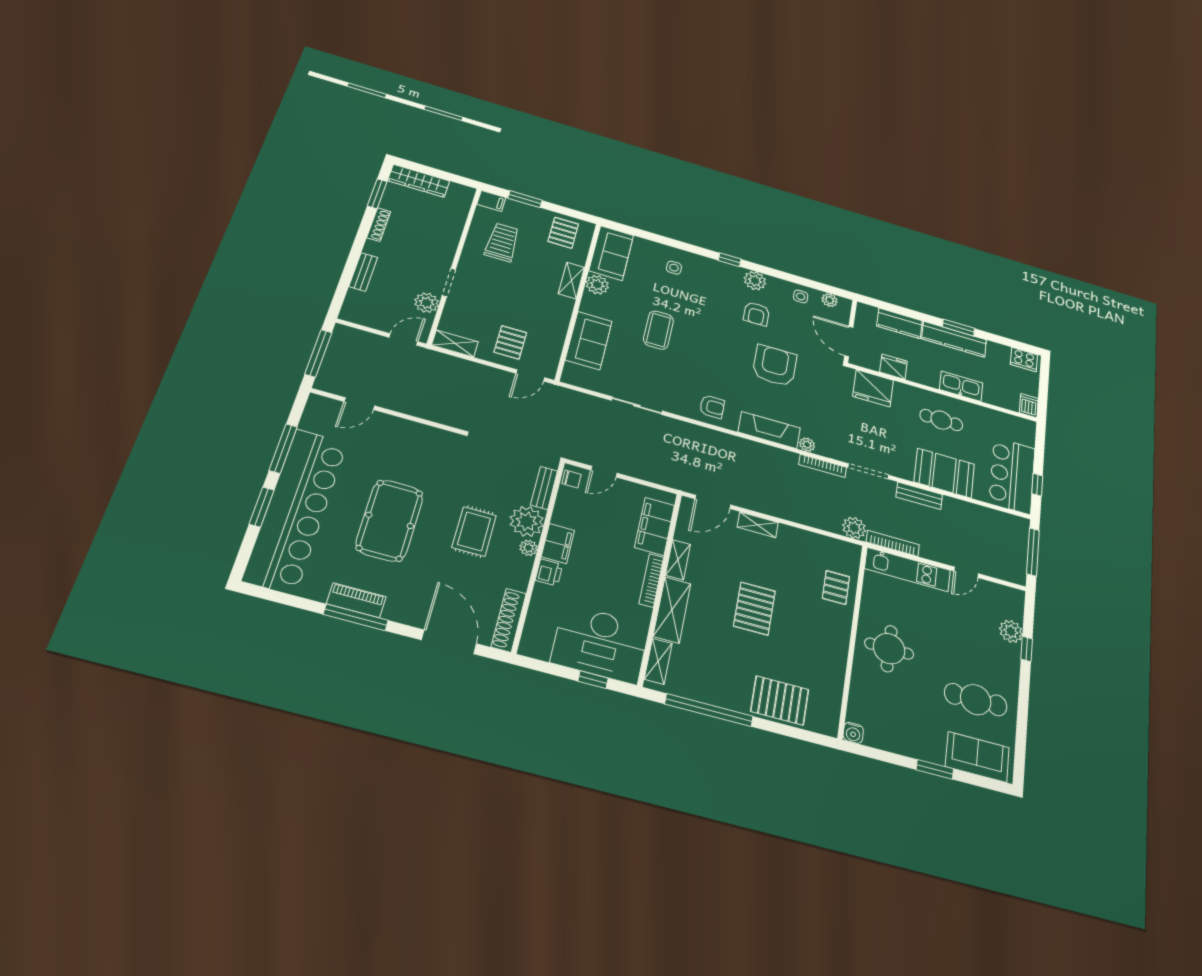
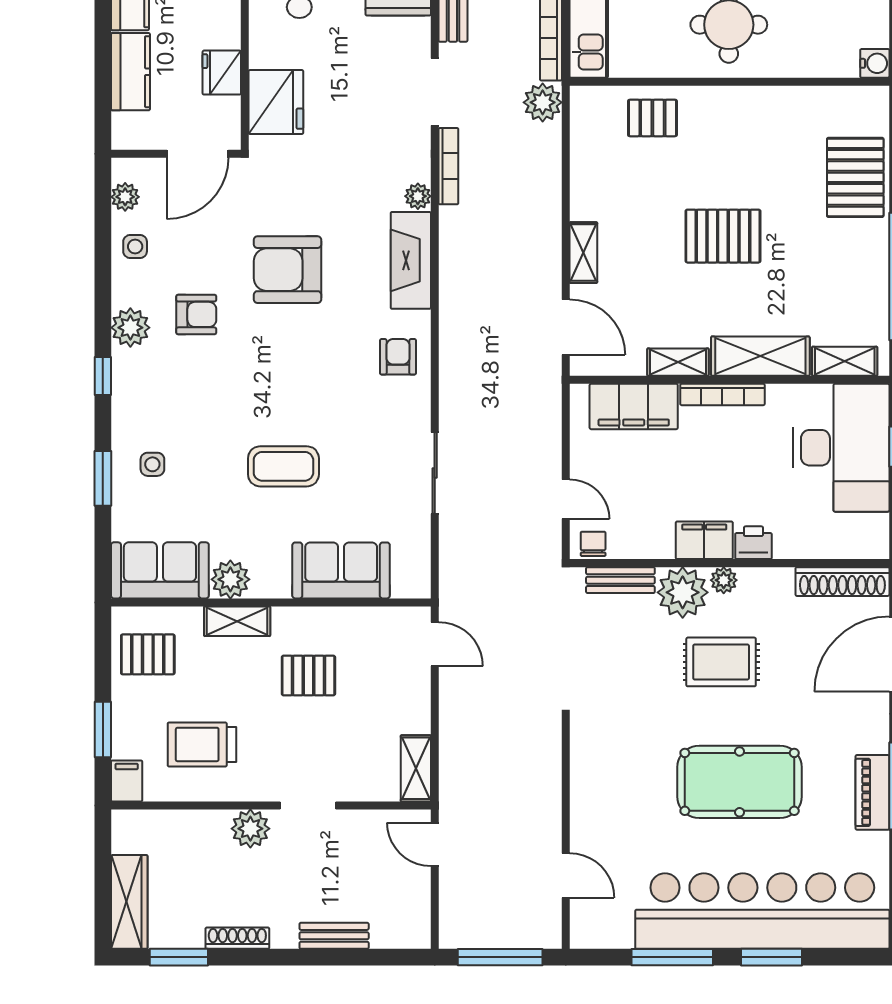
window: (671, 242) -> (103, 478), added
plant: (427, 303) -> (250, 829), moved
pallet: (510, 342) -> (308, 676), moved

